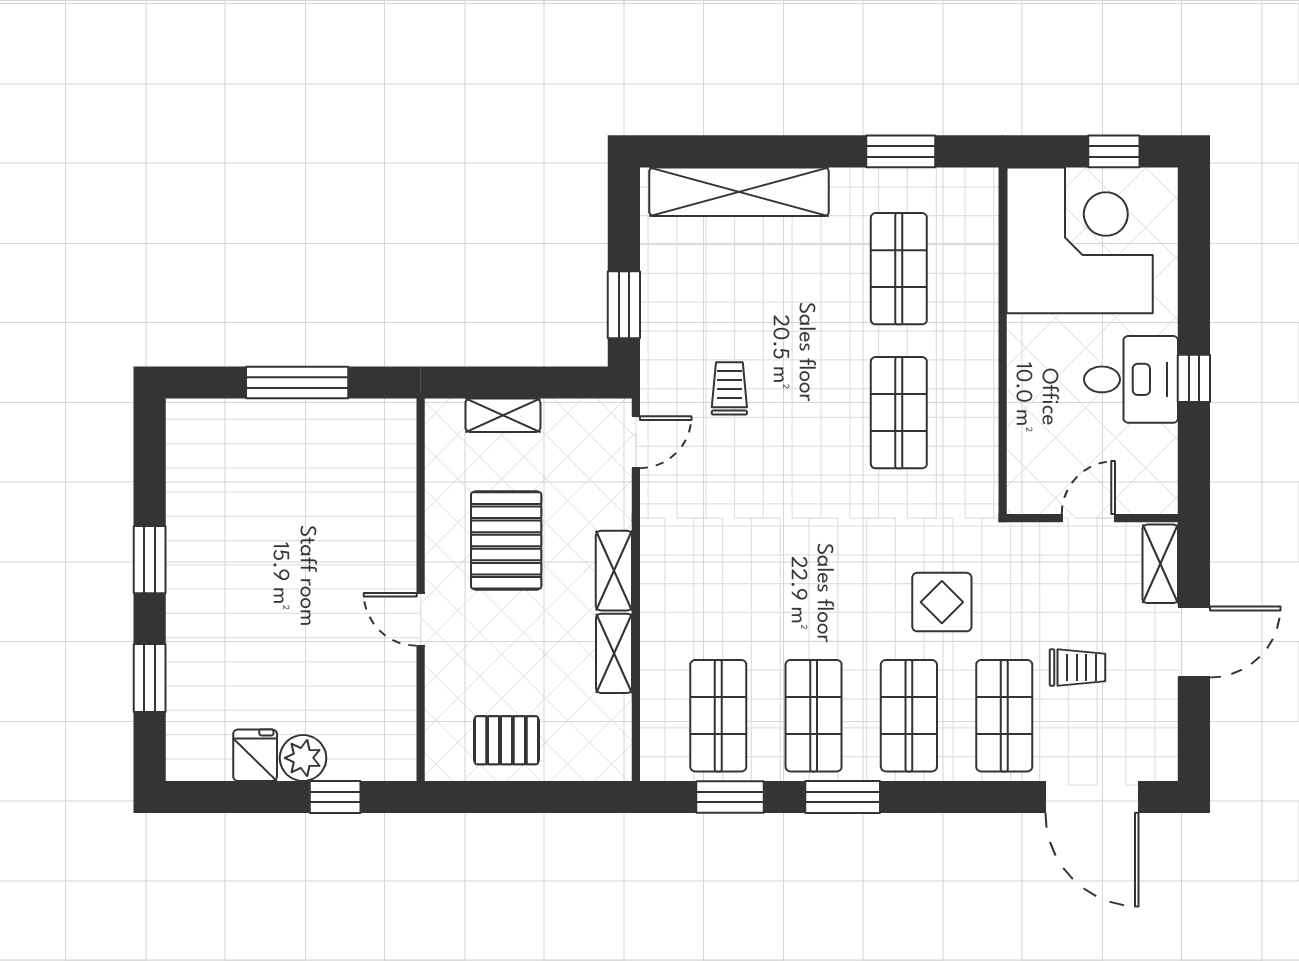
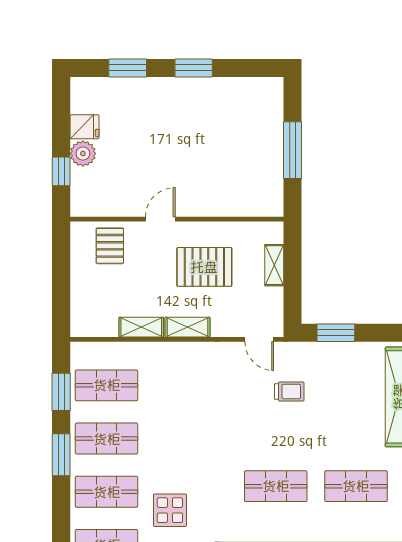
pallet: (506, 740) -> (110, 246), moved

